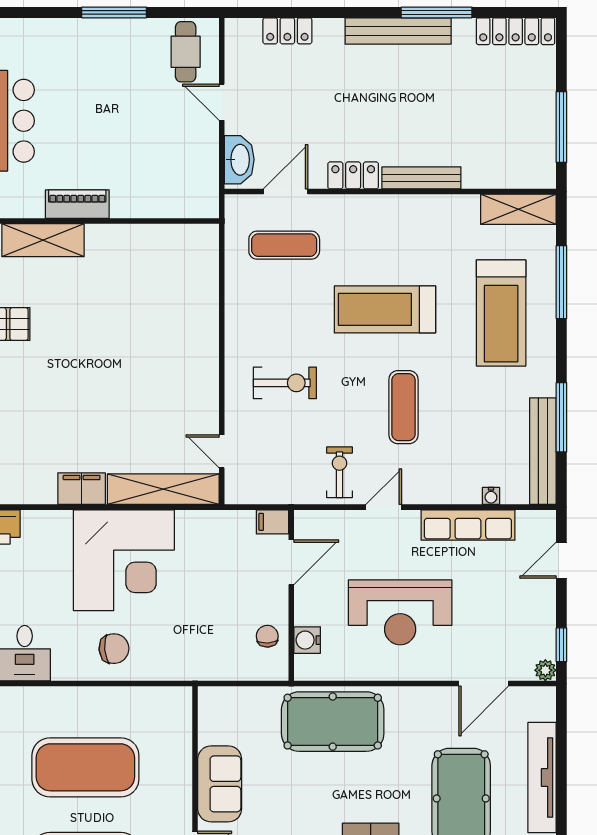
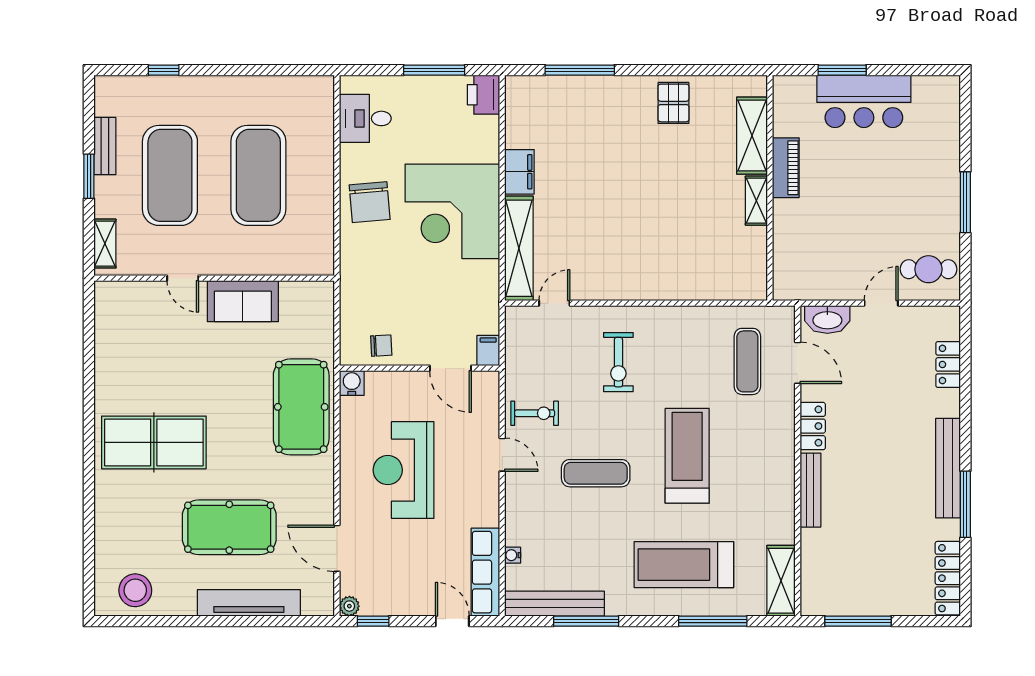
shelving: (112, 235) -> (756, 201), added
row of seats: (468, 525) -> (485, 572), moved
water cooler: (307, 640) -> (352, 383), moved
chair: (114, 649) -> (370, 202), width x1.37, depth x1.37

